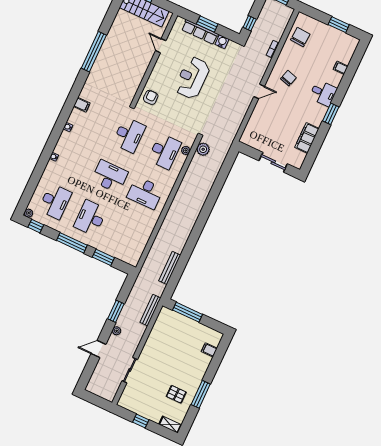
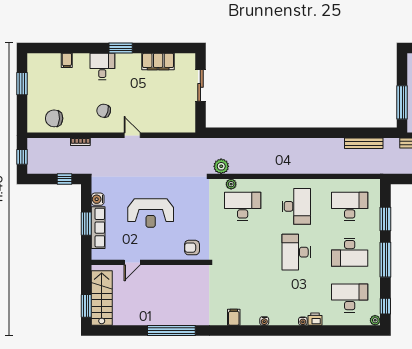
desk: (129, 135) -> (350, 206), moved
printer: (51, 167) -> (315, 319), added

